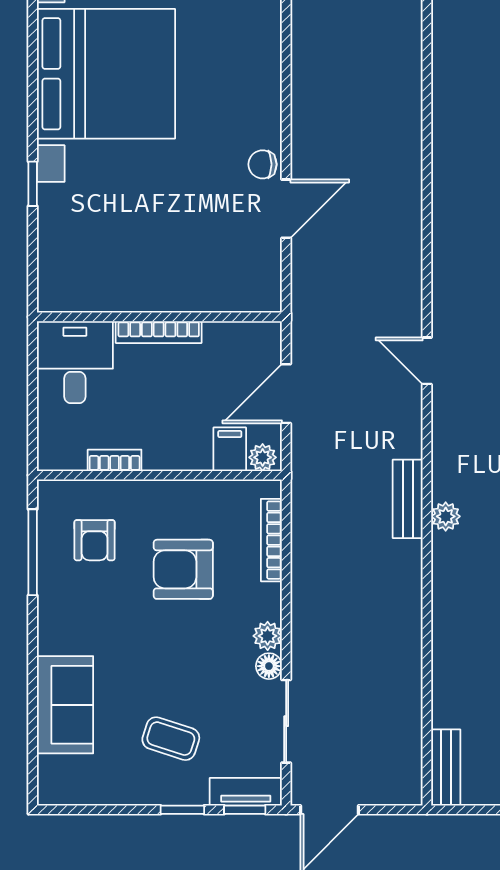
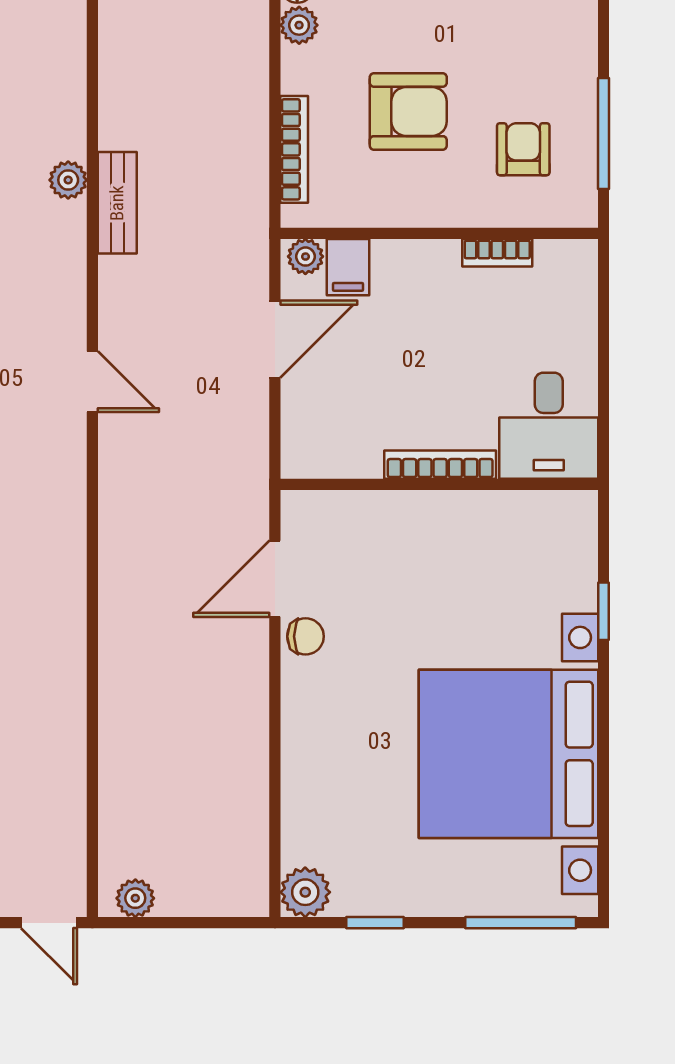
wall: (159, 317) -> (439, 484), moved
bookcase: (159, 332) -> (440, 465), moved
desk: (75, 362) -> (549, 426), moved

